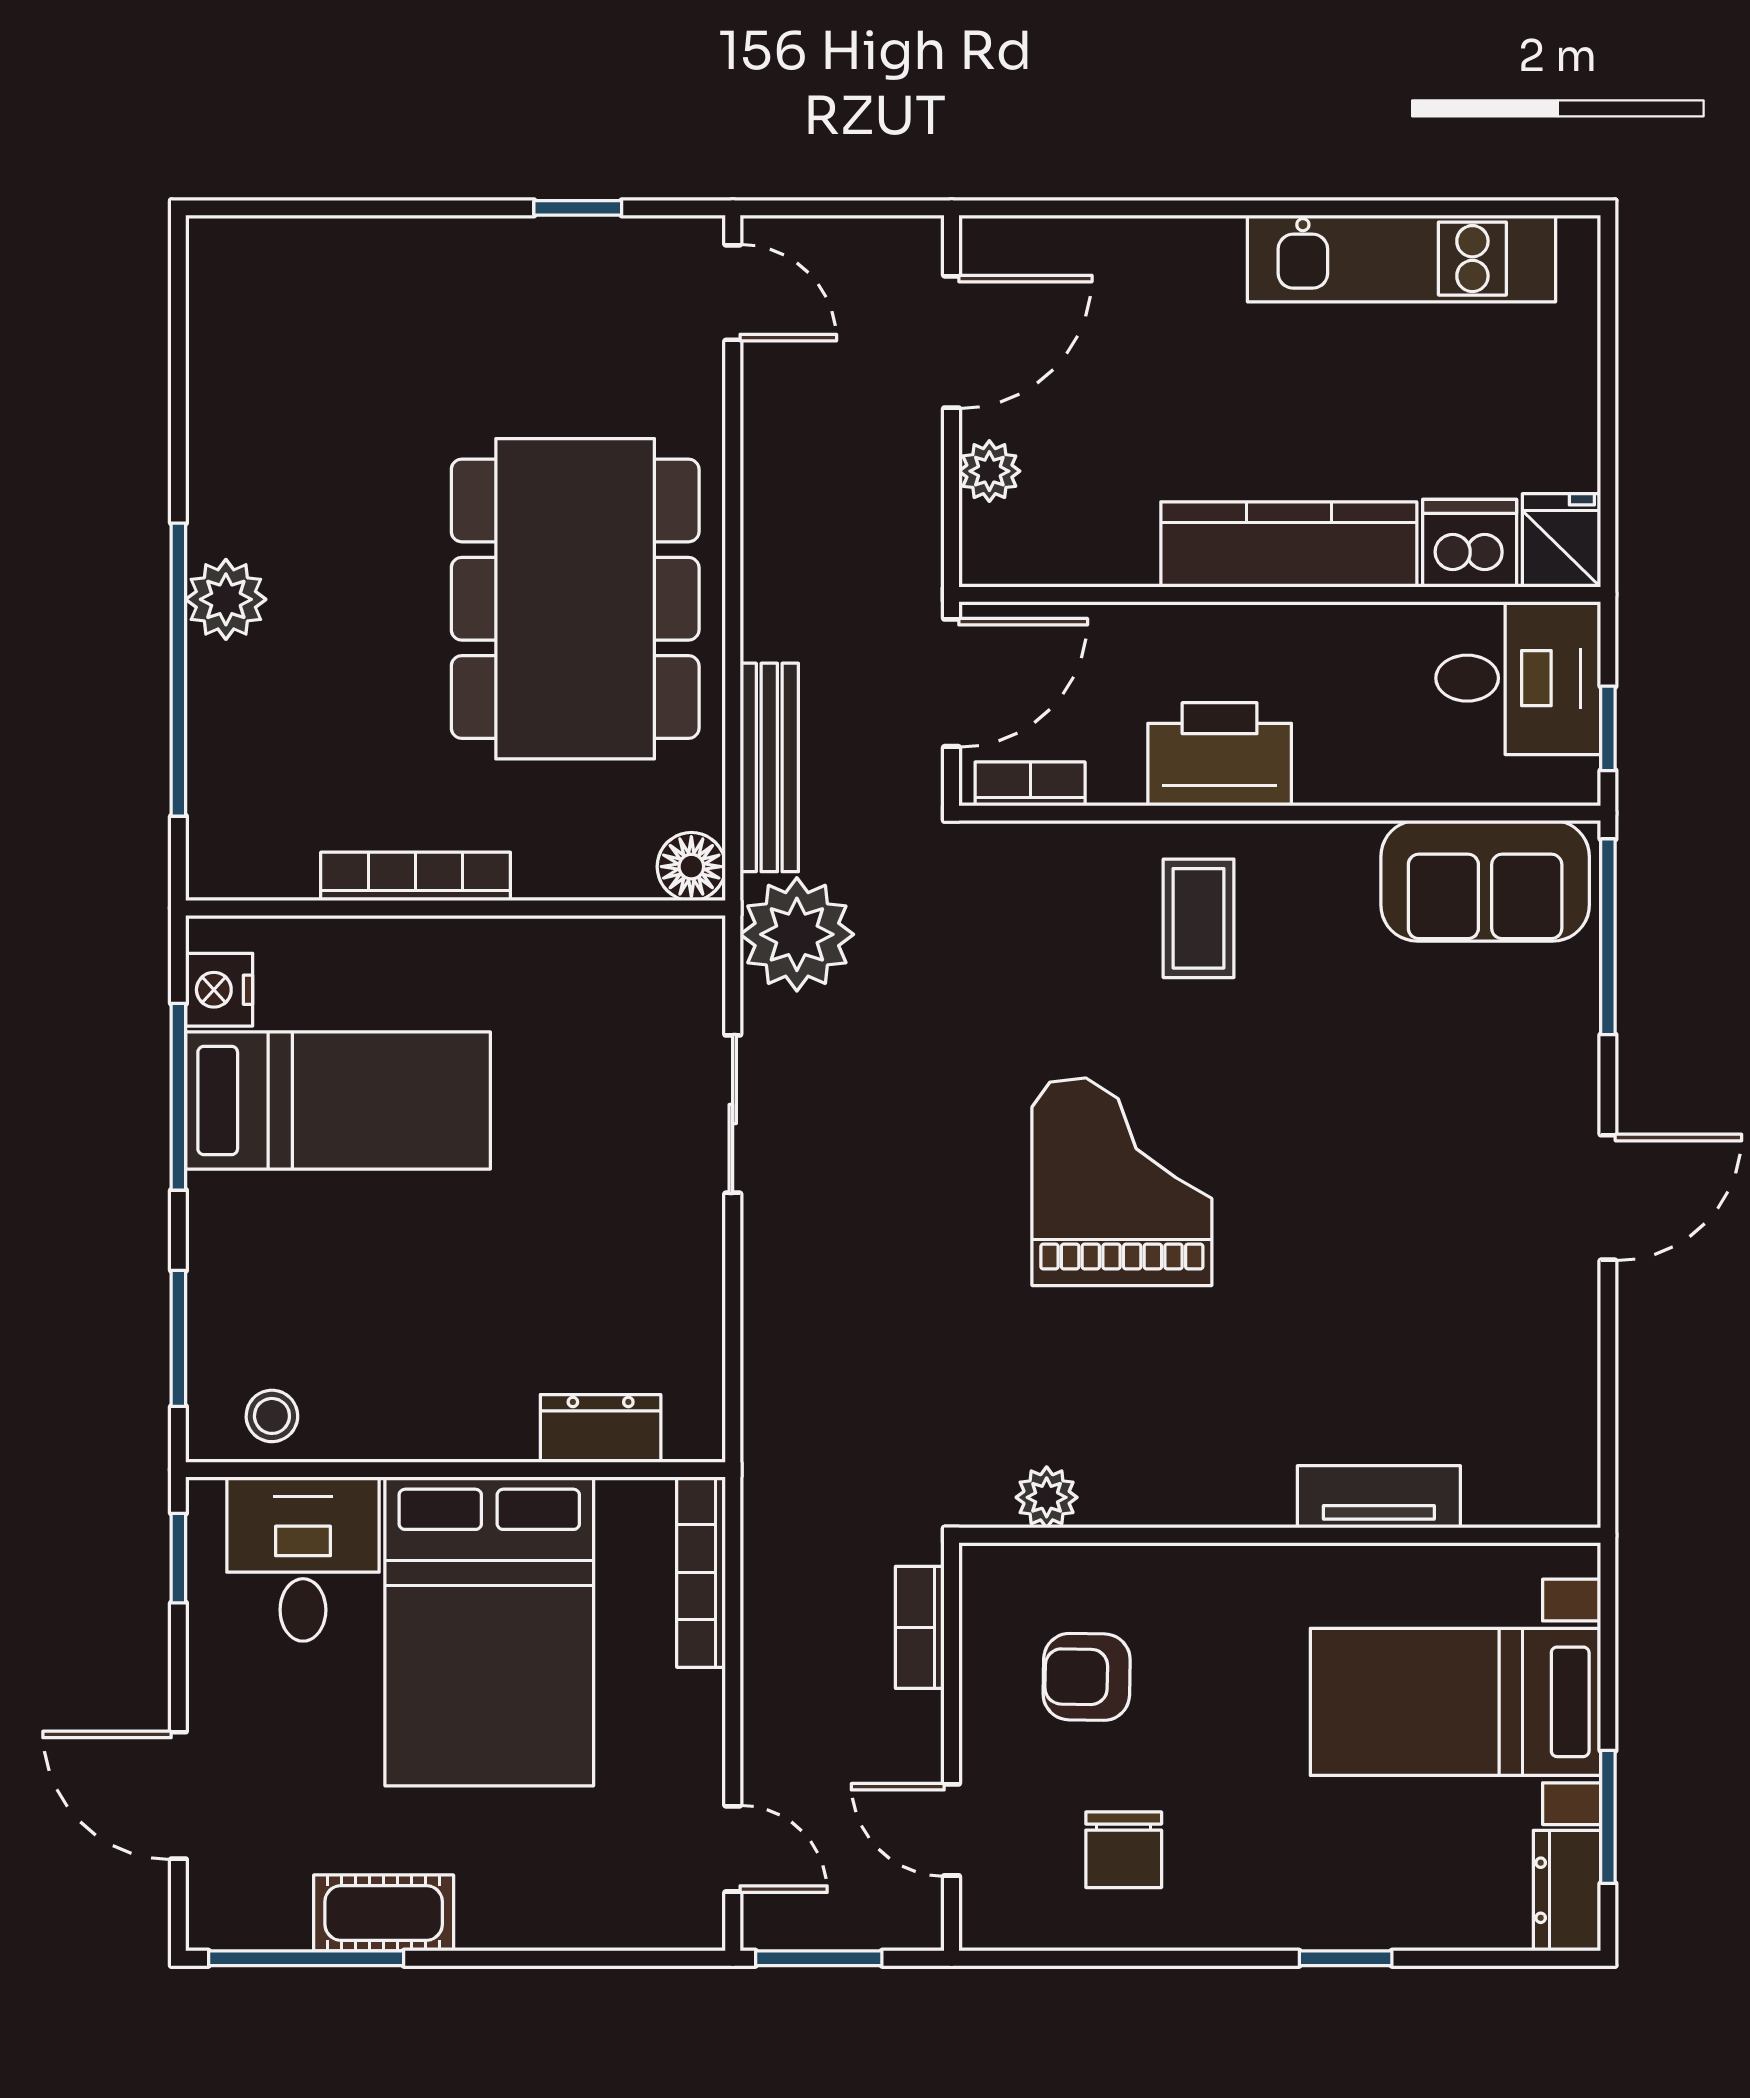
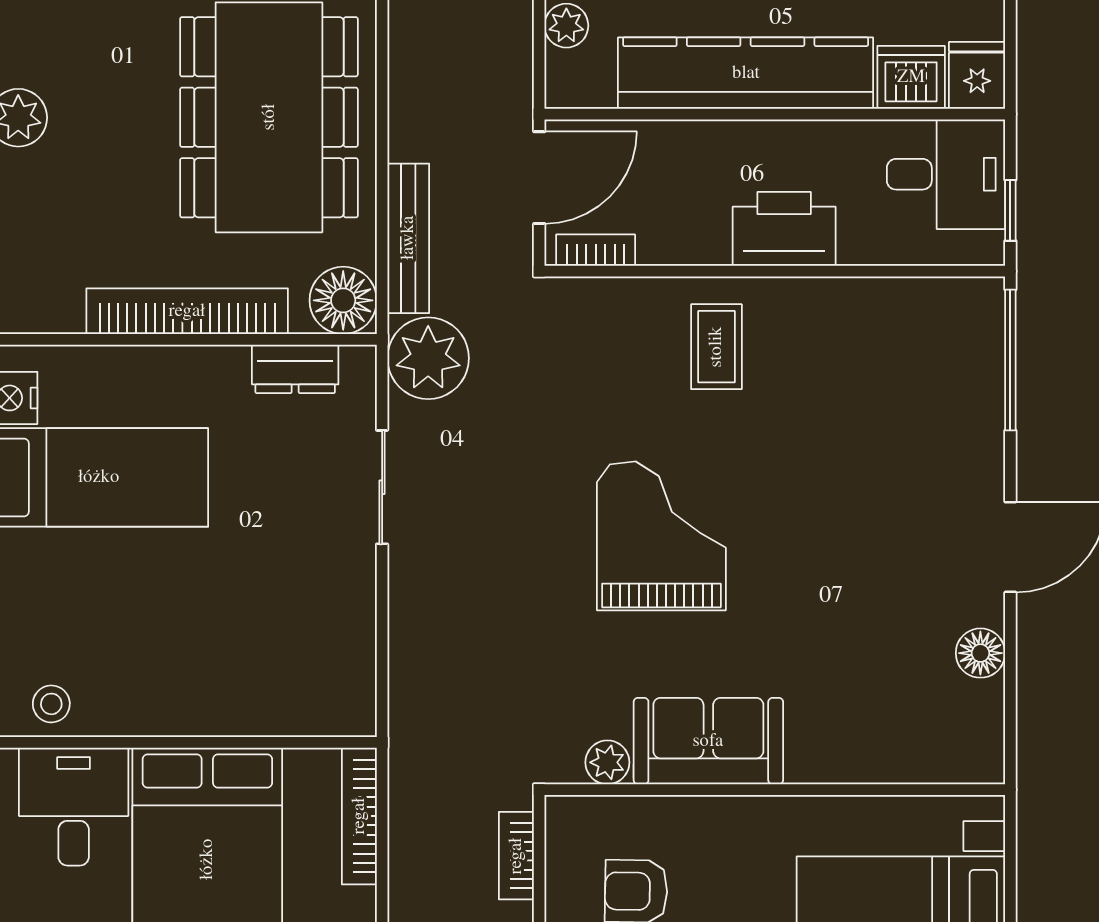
kitchen counter: (1289, 544) -> (746, 73), width x1.39, depth x1.17
printer: (1220, 754) -> (784, 229), moved
floor lamp: (691, 867) -> (343, 300), width x1.38, depth x1.38
bookcase: (416, 876) -> (187, 311), width x1.48, depth x1.31
sofa: (1485, 881) -> (708, 741), moved, turned 180
floor lamp: (1566, 1345) -> (980, 653), added
dresser: (601, 1428) -> (295, 369), moved, turned 180
tv unit: (1379, 1497) -> (846, 762), removed

